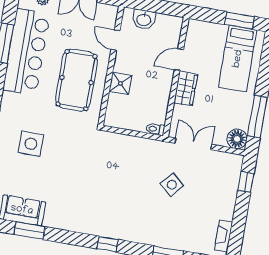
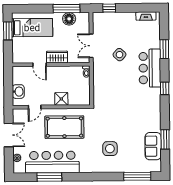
floor lamp: (237, 139) -> (69, 19), moved
bar counter: (143, 227) -> (150, 68), added

